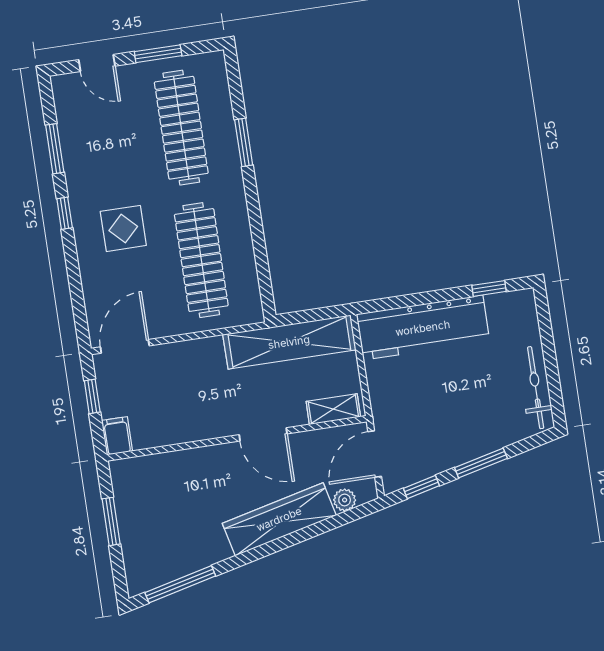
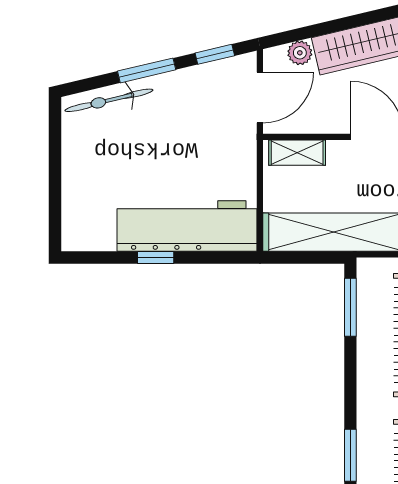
window: (264, 276) -> (350, 307), added
window: (489, 288) -> (156, 257), moved
bicycle: (536, 388) -> (109, 100), moved, turned 77

